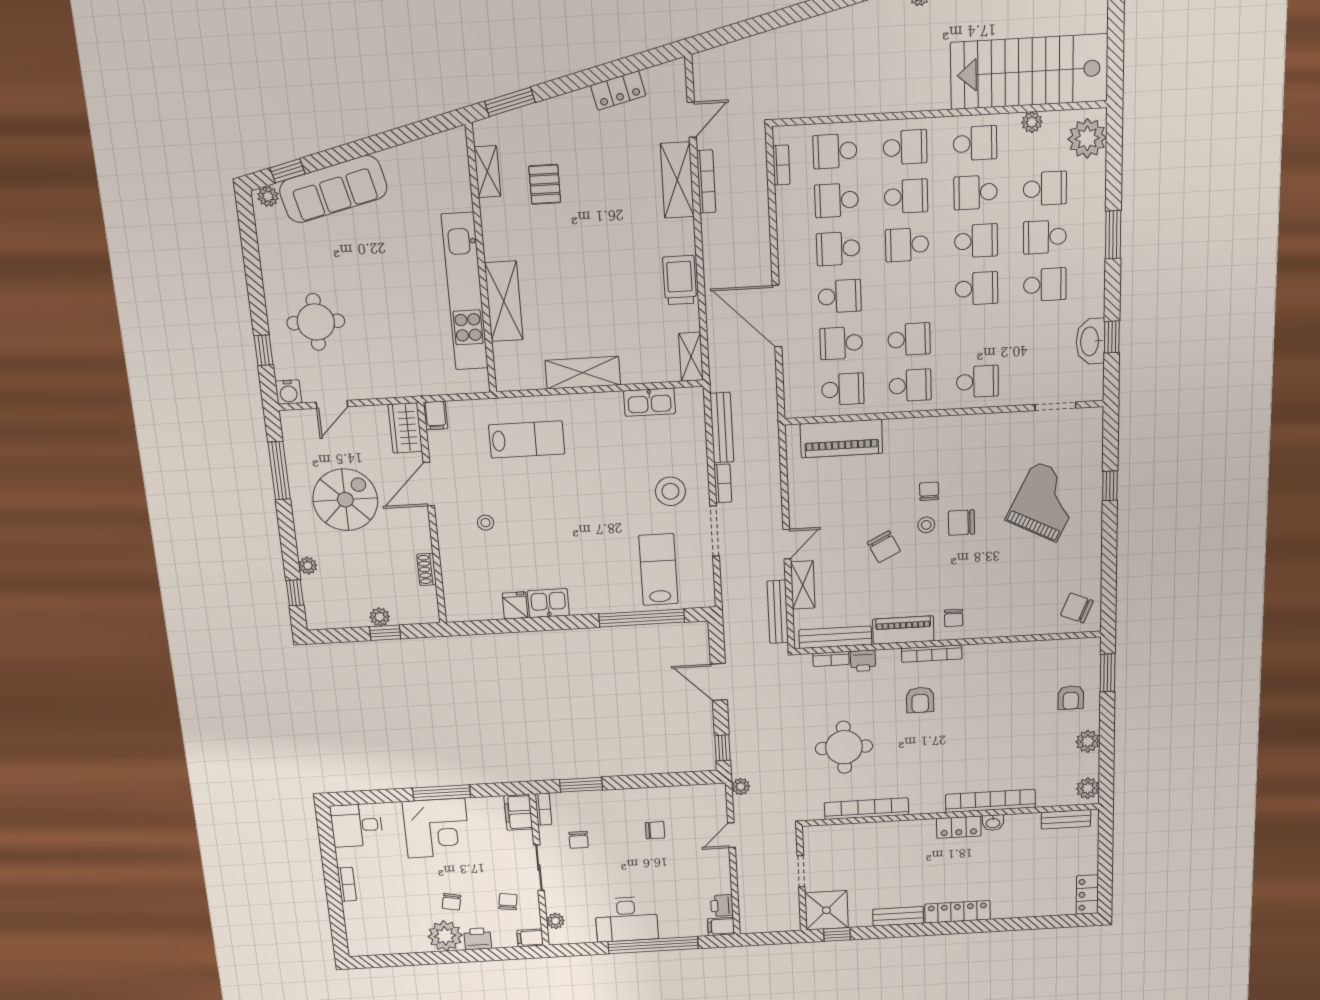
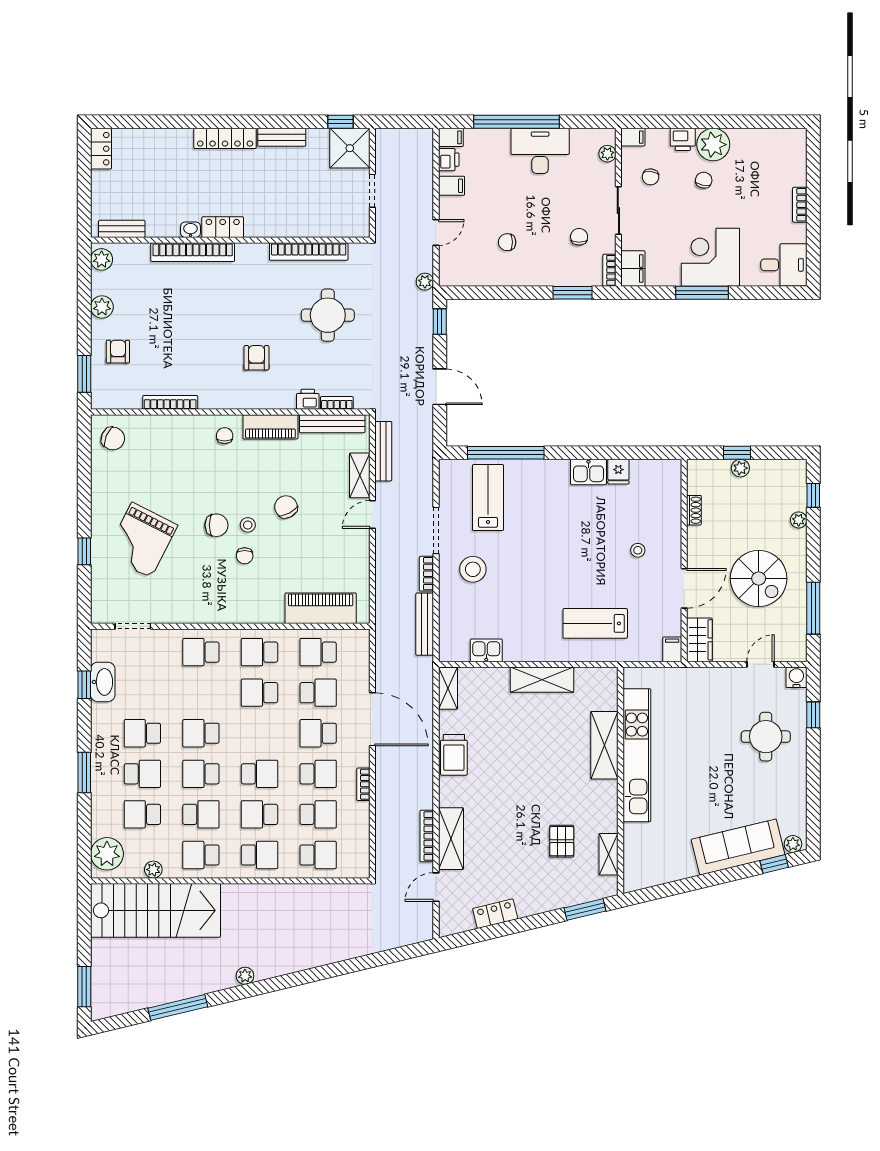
school desk: (905, 147) -> (260, 855), turned 180
bookcase: (781, 165) -> (363, 784), moved
kitchen sink: (650, 402) -> (486, 650), width x0.73
spiral stairs: (345, 500) -> (759, 579), turned -90
lab bench: (658, 570) -> (488, 498), turned 180
bookcase: (932, 654) -> (170, 402), moved
filing cabinet: (718, 881) -> (451, 186), added

